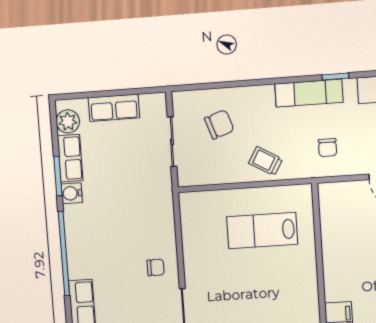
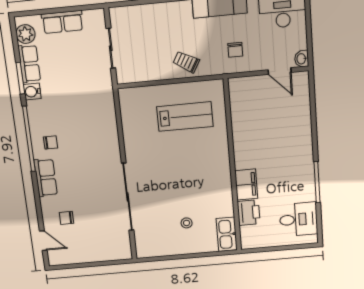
chair: (219, 124) -> (148, 33), removed
lab bench: (262, 231) -> (185, 117), turned 180
chair: (156, 267) -> (51, 142), moved

